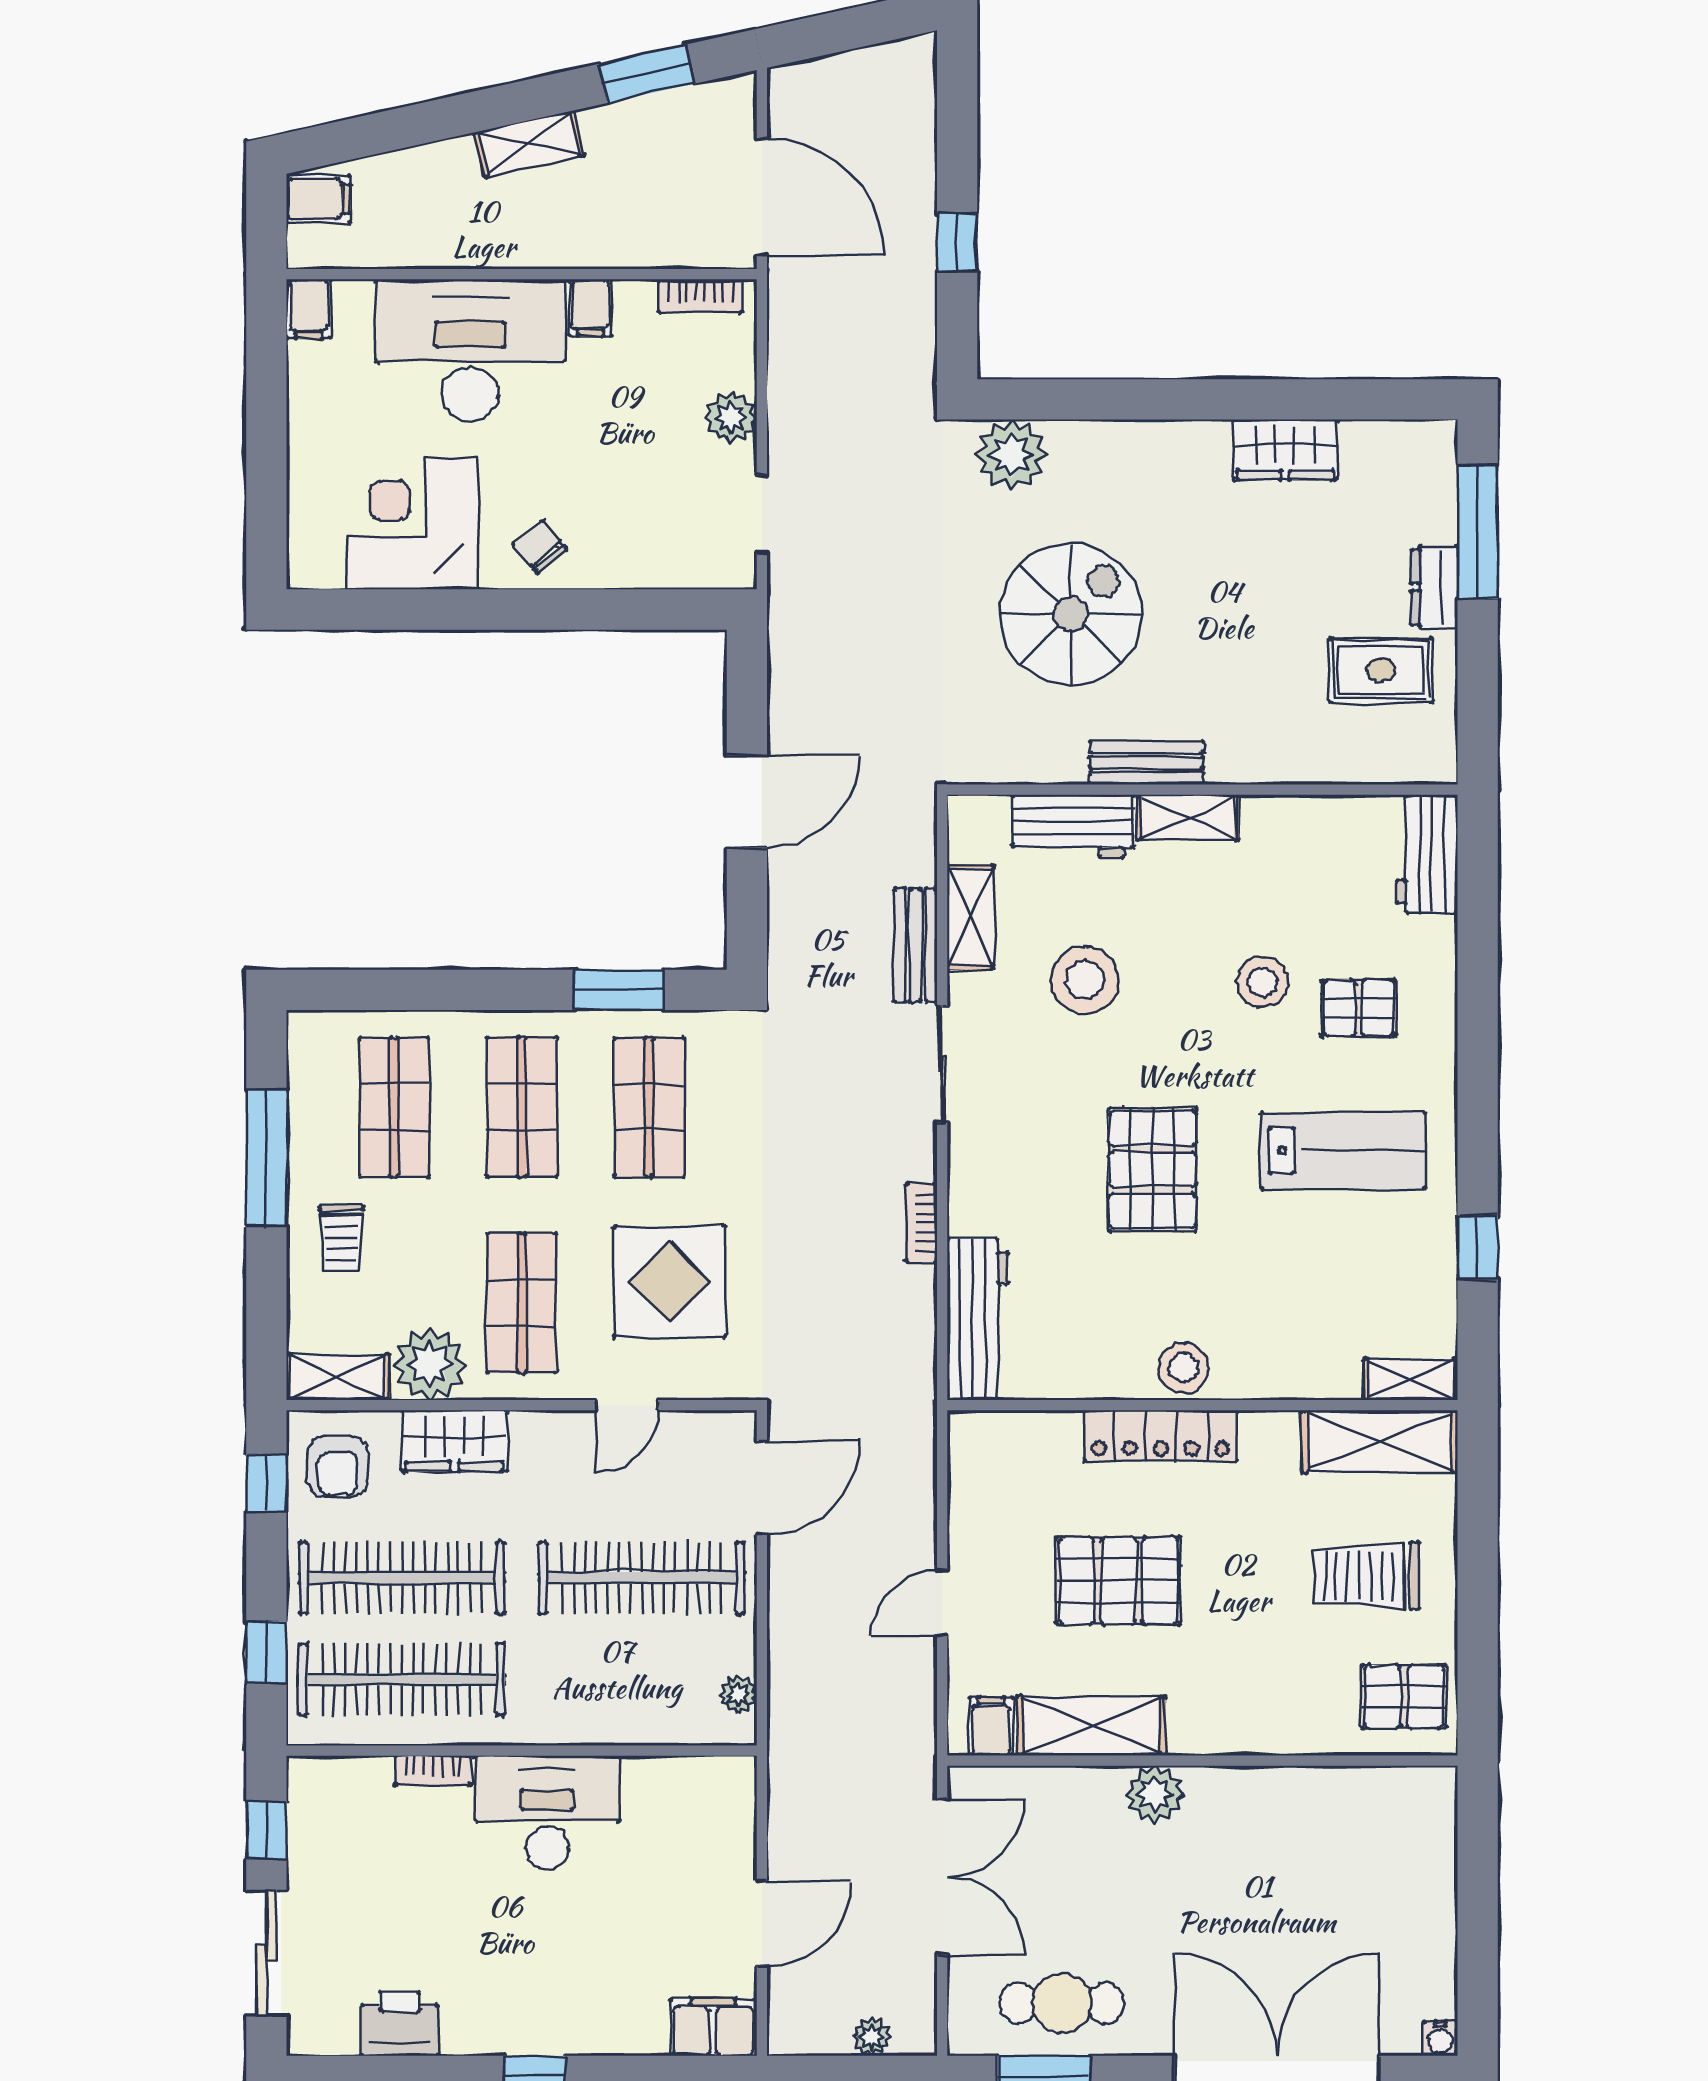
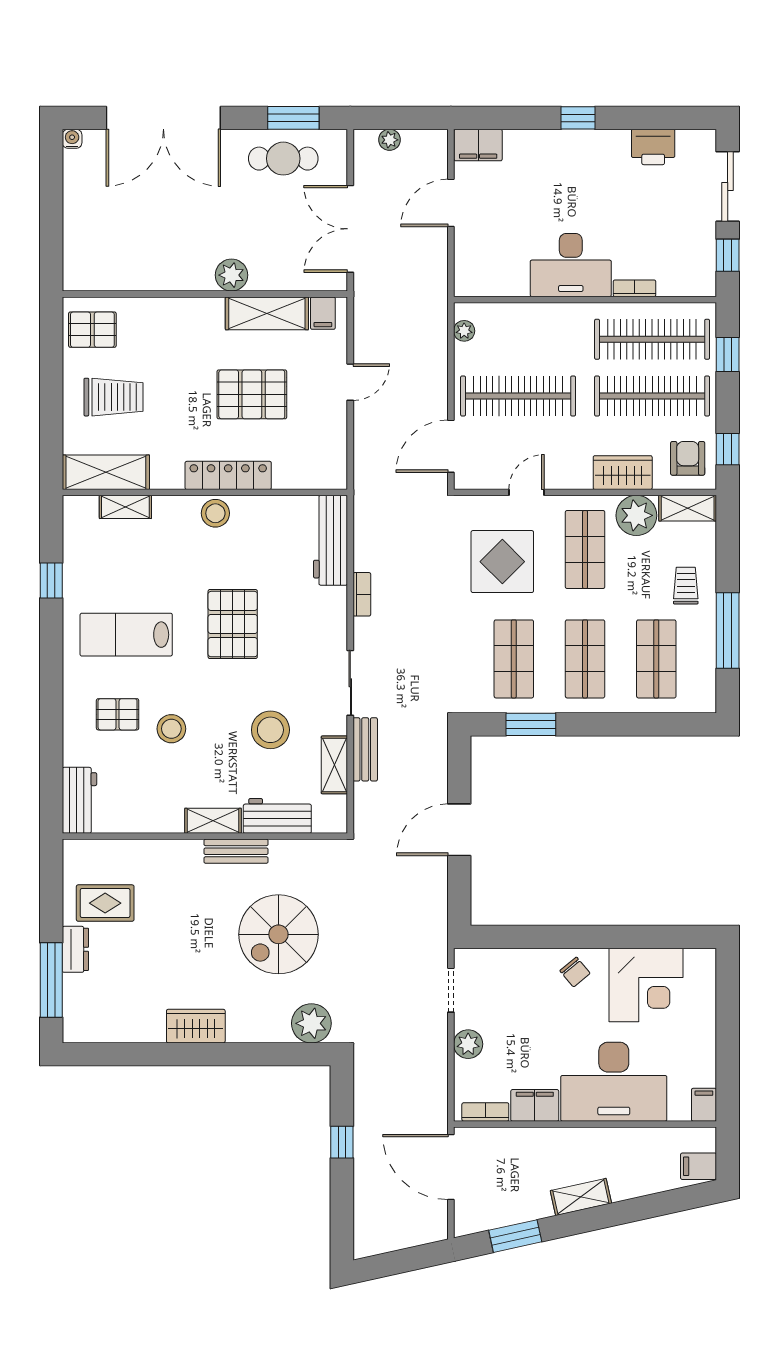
filing cabinet: (590, 308) -> (535, 1105), width x2.00
wardrobe: (1285, 450) -> (196, 1026), moved
shelving: (1411, 1379) -> (125, 507), moved

